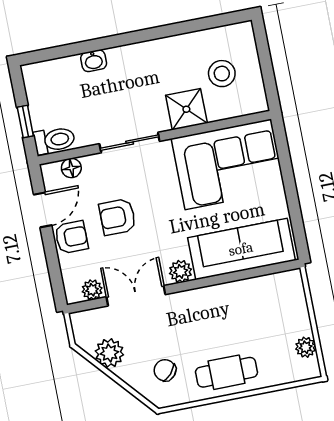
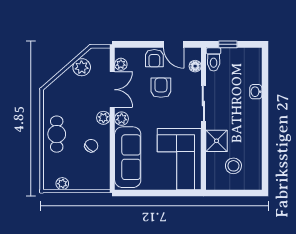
plant: (185, 301) -> (103, 118), added
chair: (165, 370) -> (91, 146), moved

